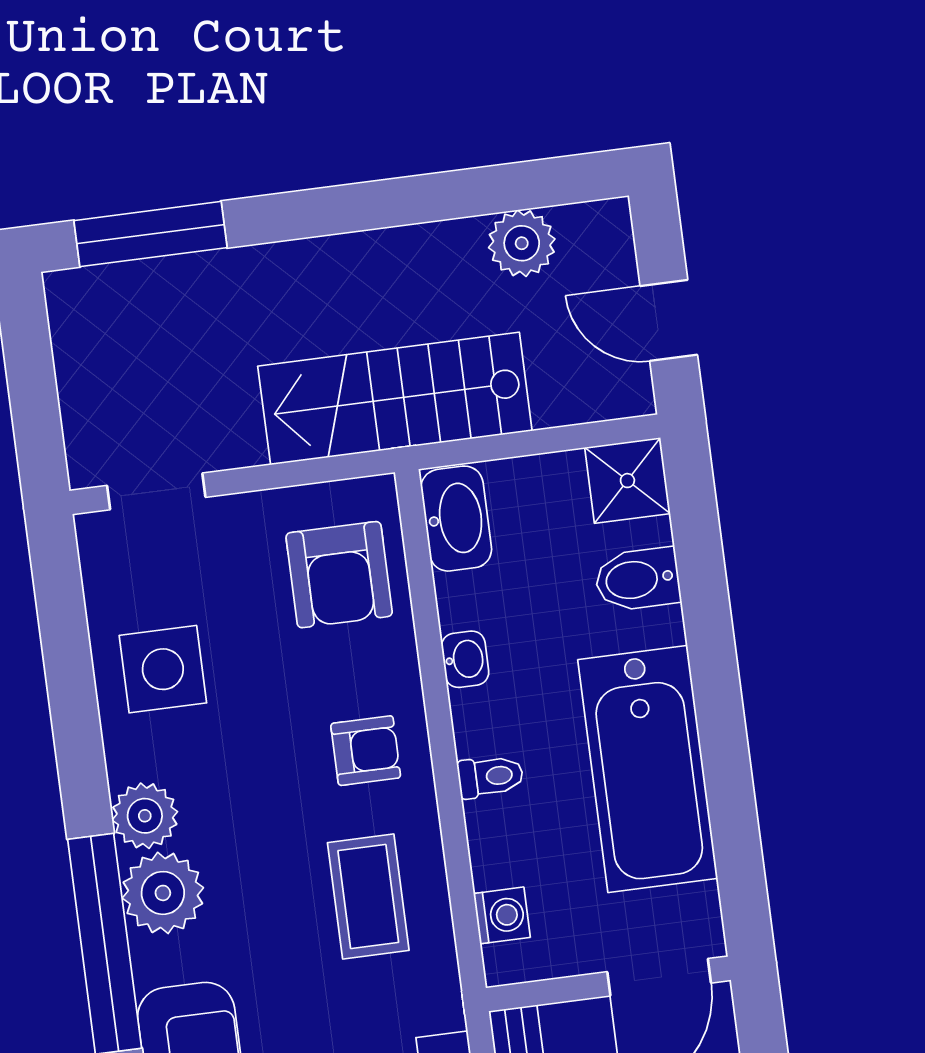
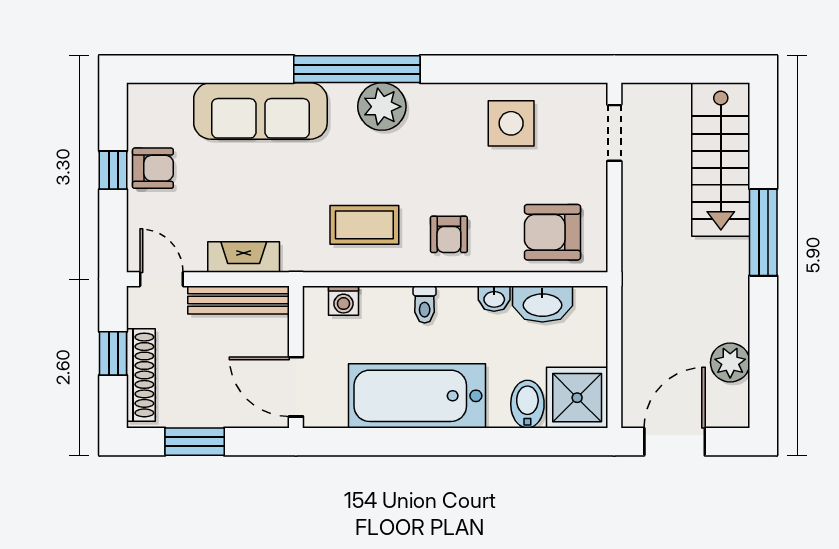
window: (150, 234) -> (763, 232), moved
door: (669, 320) -> (675, 442), width x1.38
stairs: (395, 398) -> (721, 159), moved, turned 180
shower: (627, 481) -> (577, 398), width x1.36, depth x1.36
washbasin: (456, 519) -> (542, 304), moved
plant: (145, 816) -> (428, 102), removed

